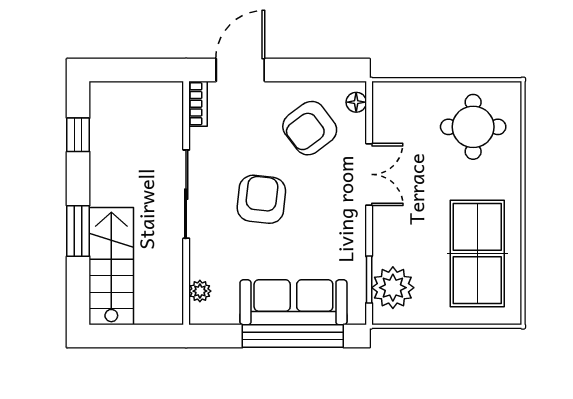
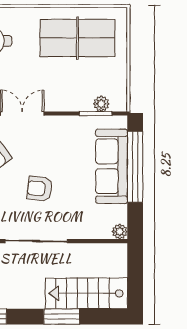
armchair: (261, 199) -> (40, 189), width x0.72, depth x0.72
plant: (393, 288) -> (101, 104), width x0.53, depth x0.53
plant: (200, 291) -> (120, 232), moved

